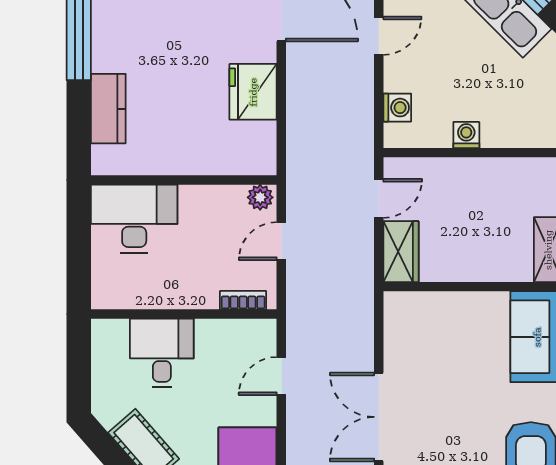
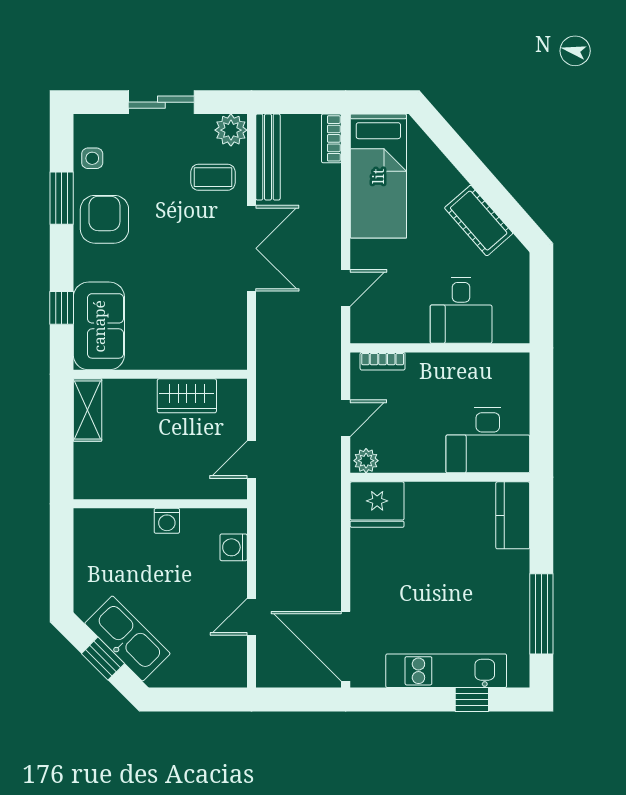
fridge: (253, 92) -> (377, 505), moved, turned 90
kitchen counter: (108, 109) -> (513, 515), moved
wardrobe: (401, 252) -> (187, 396), moved, turned -90

